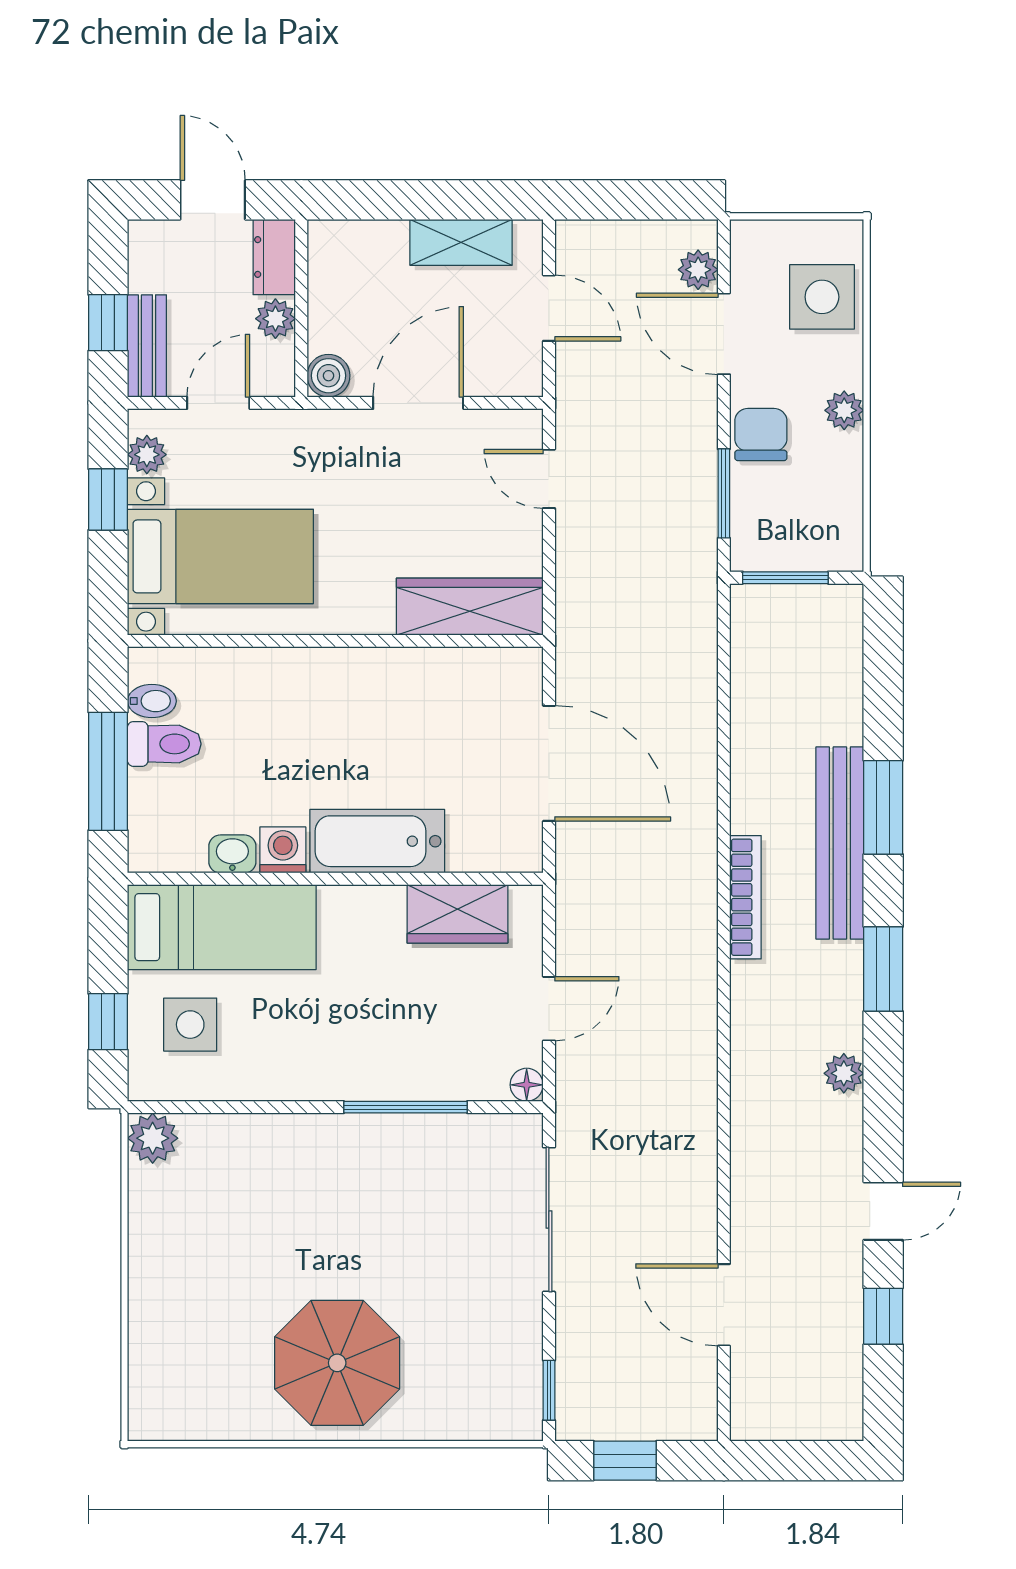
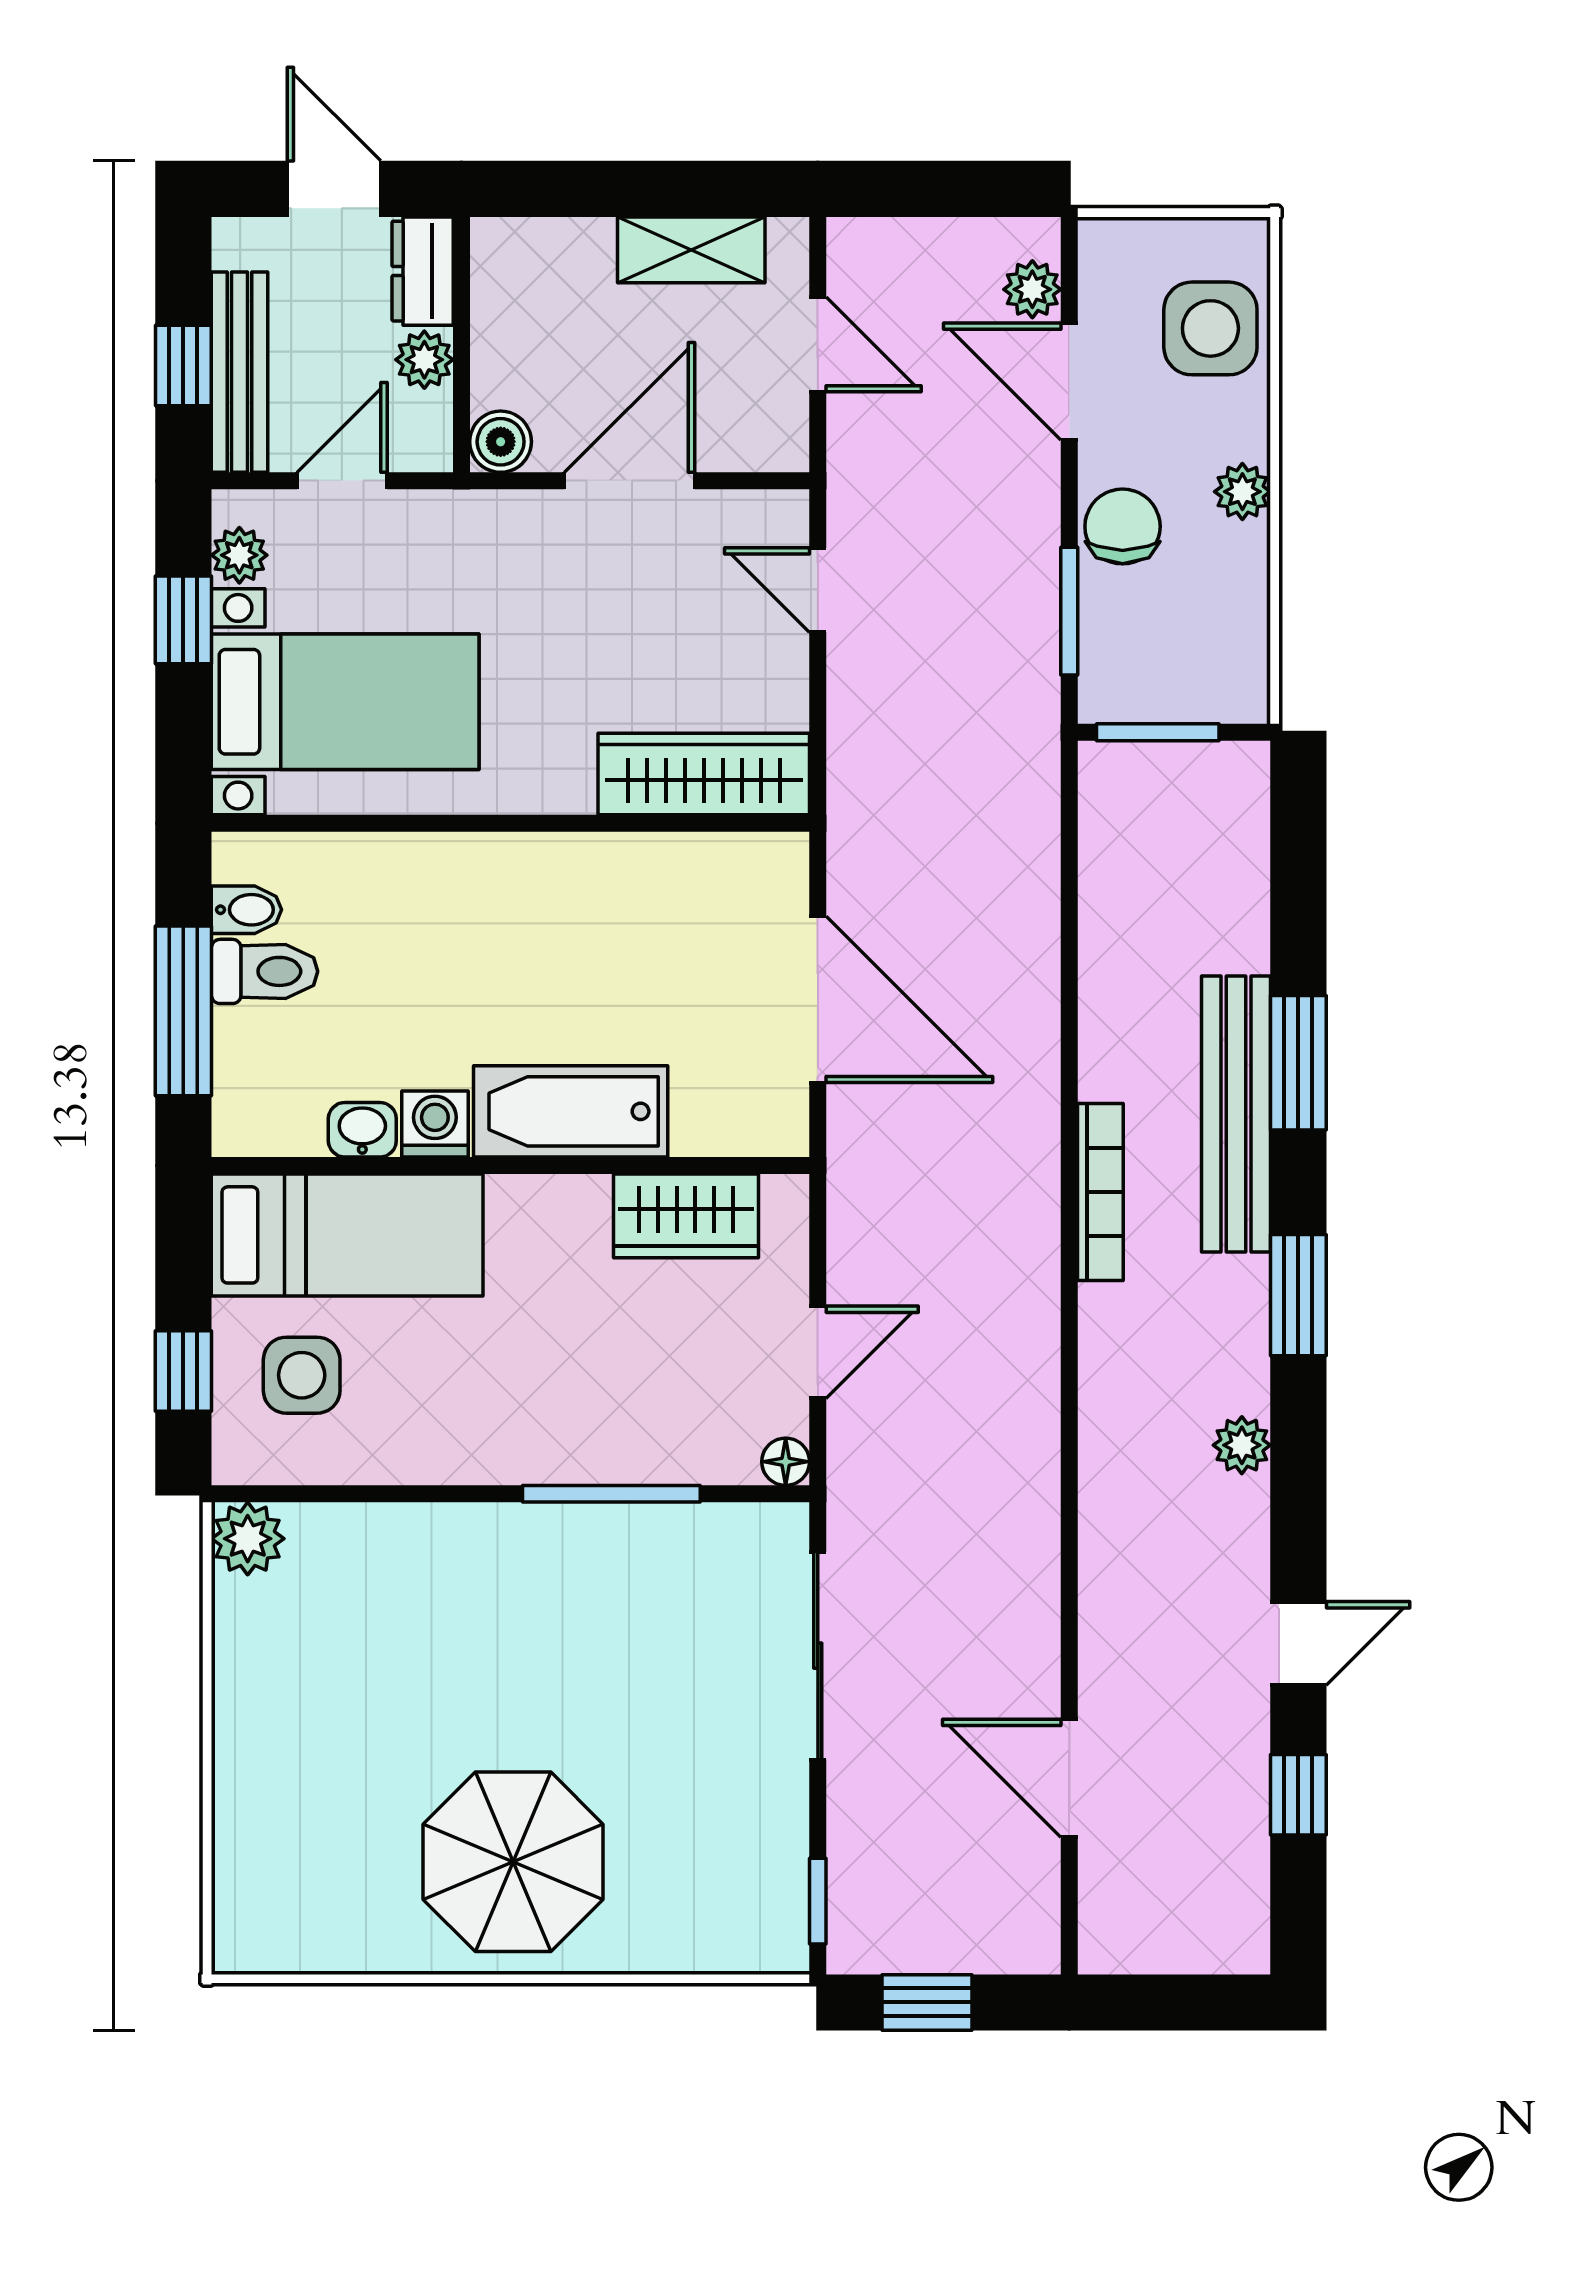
bench: (147, 346) -> (239, 372), width x1.36

